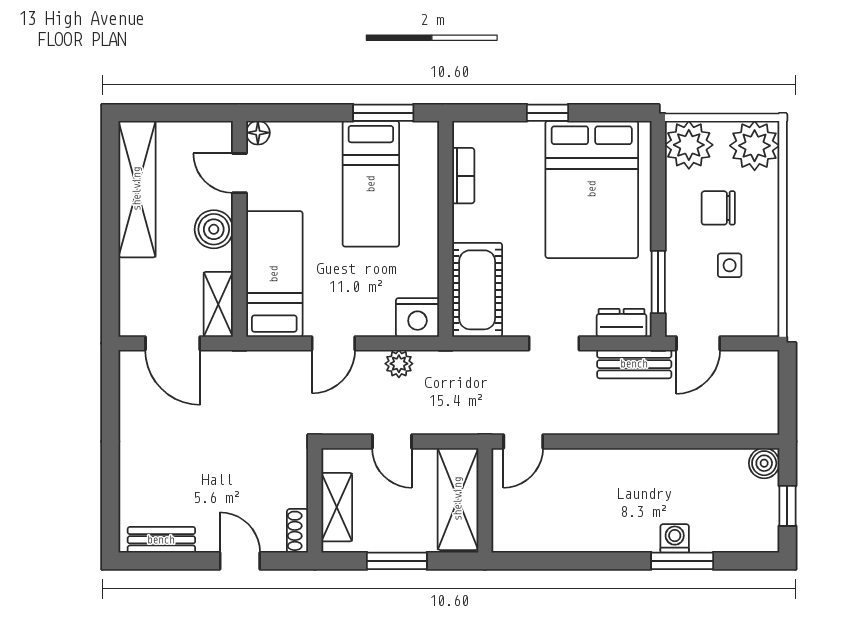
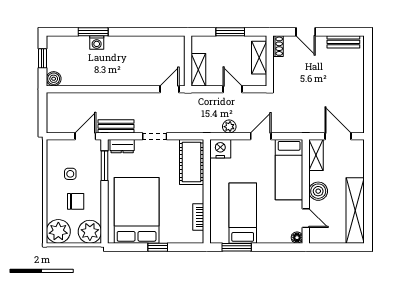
shelving: (458, 499) -> (198, 70), width x0.67, depth x0.75

